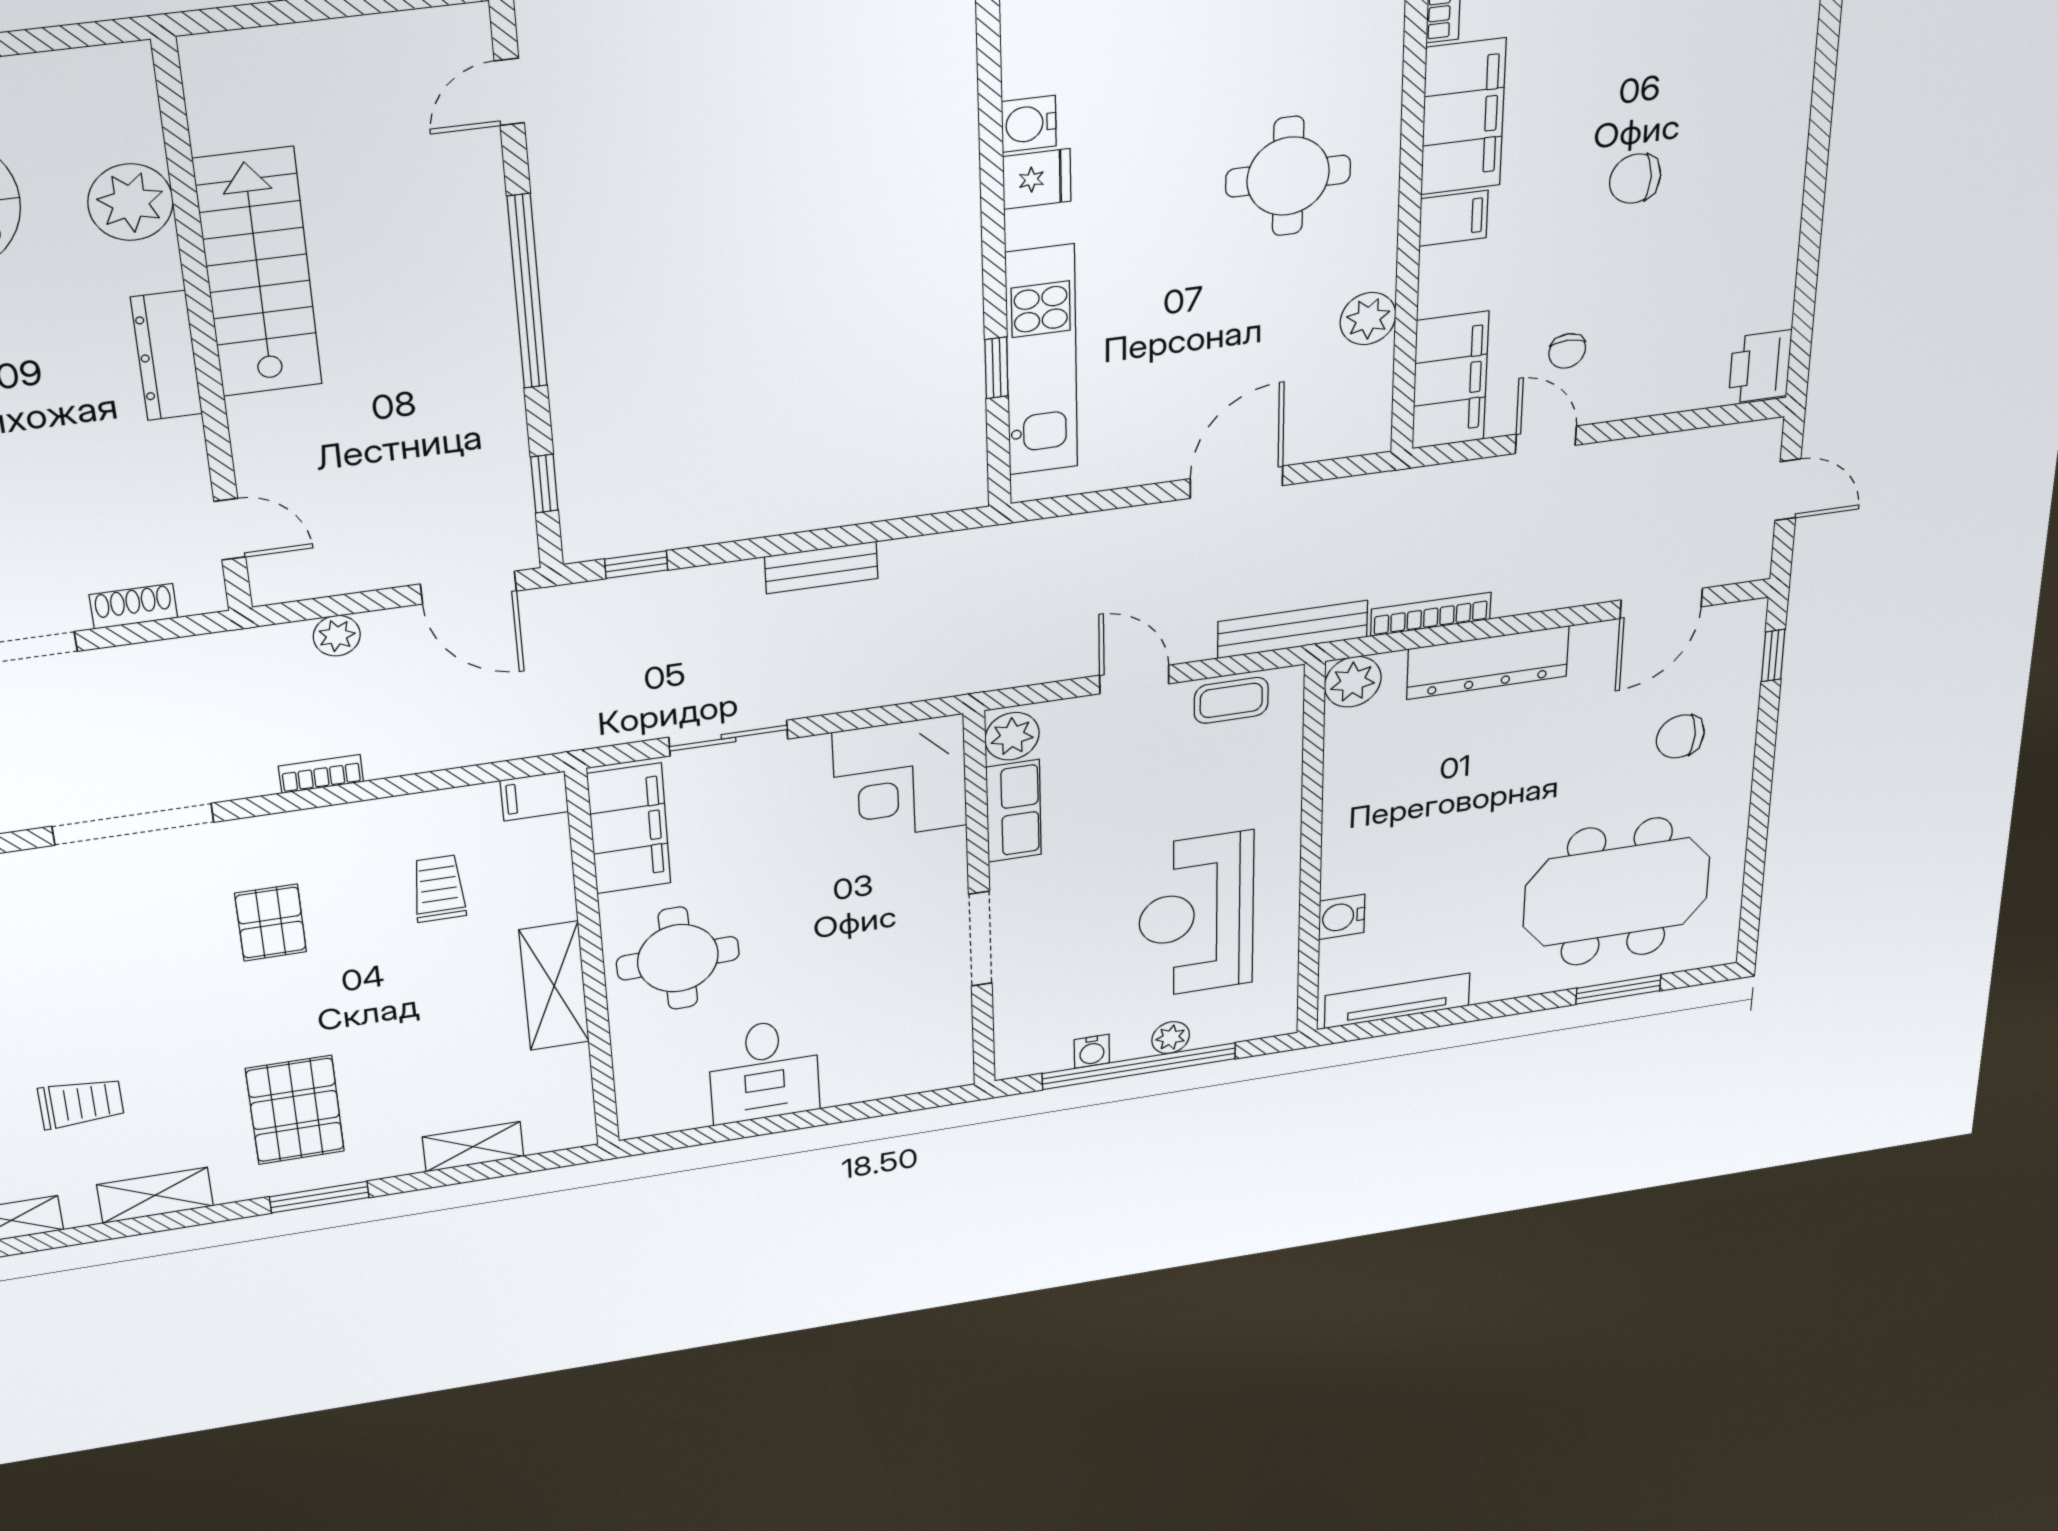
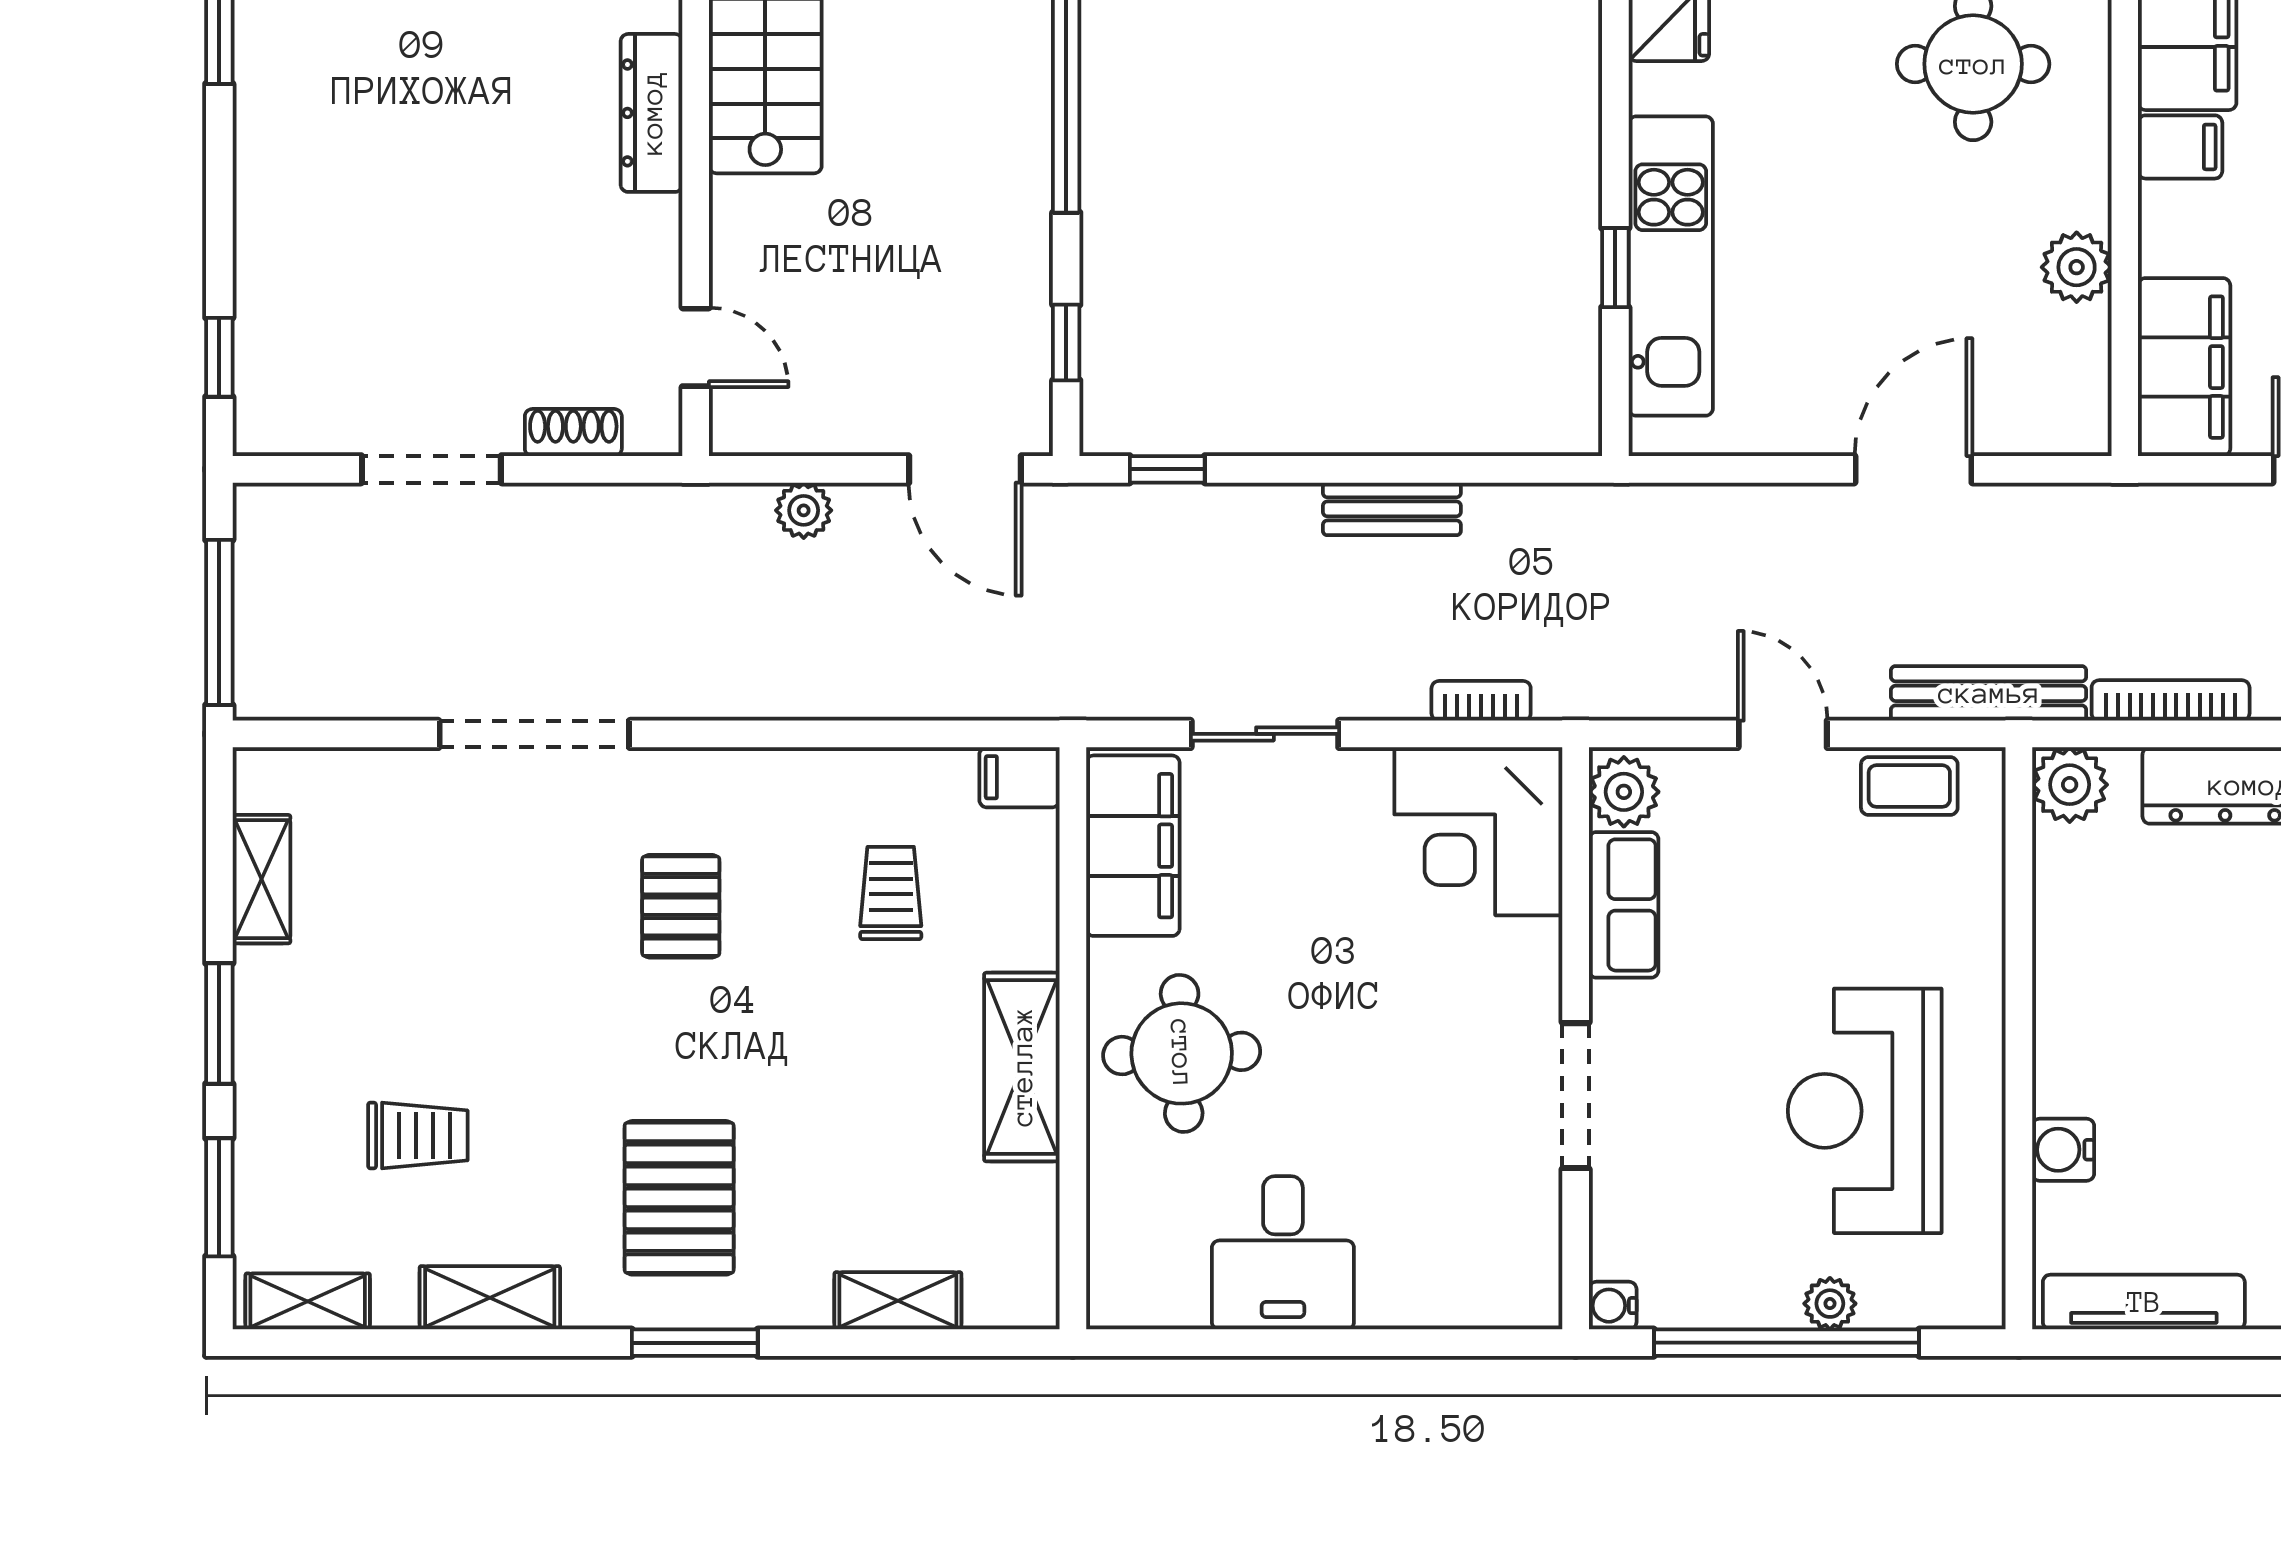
bookcase: (321, 774) -> (1481, 701), moved
water cooler: (1092, 1051) -> (1613, 1306), moved, turned 90

